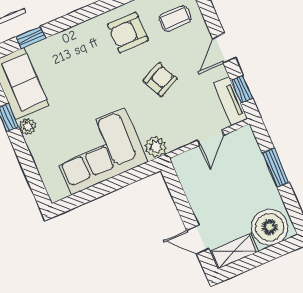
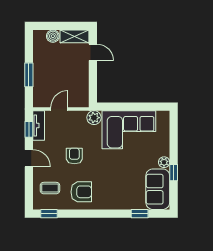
door: (224, 48) -> (29, 158), hinge flipped
armchair: (160, 80) -> (74, 156), turned 115
boiler: (270, 227) -> (53, 36), width x0.54, depth x0.54

